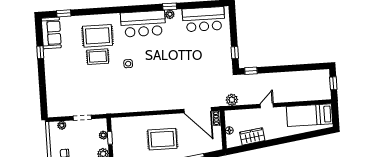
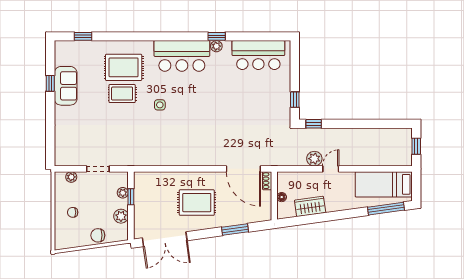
sofa: (51, 33) -> (66, 86), moved
plant: (232, 100) -> (314, 159), moved
window: (313, 134) -> (386, 209), added

